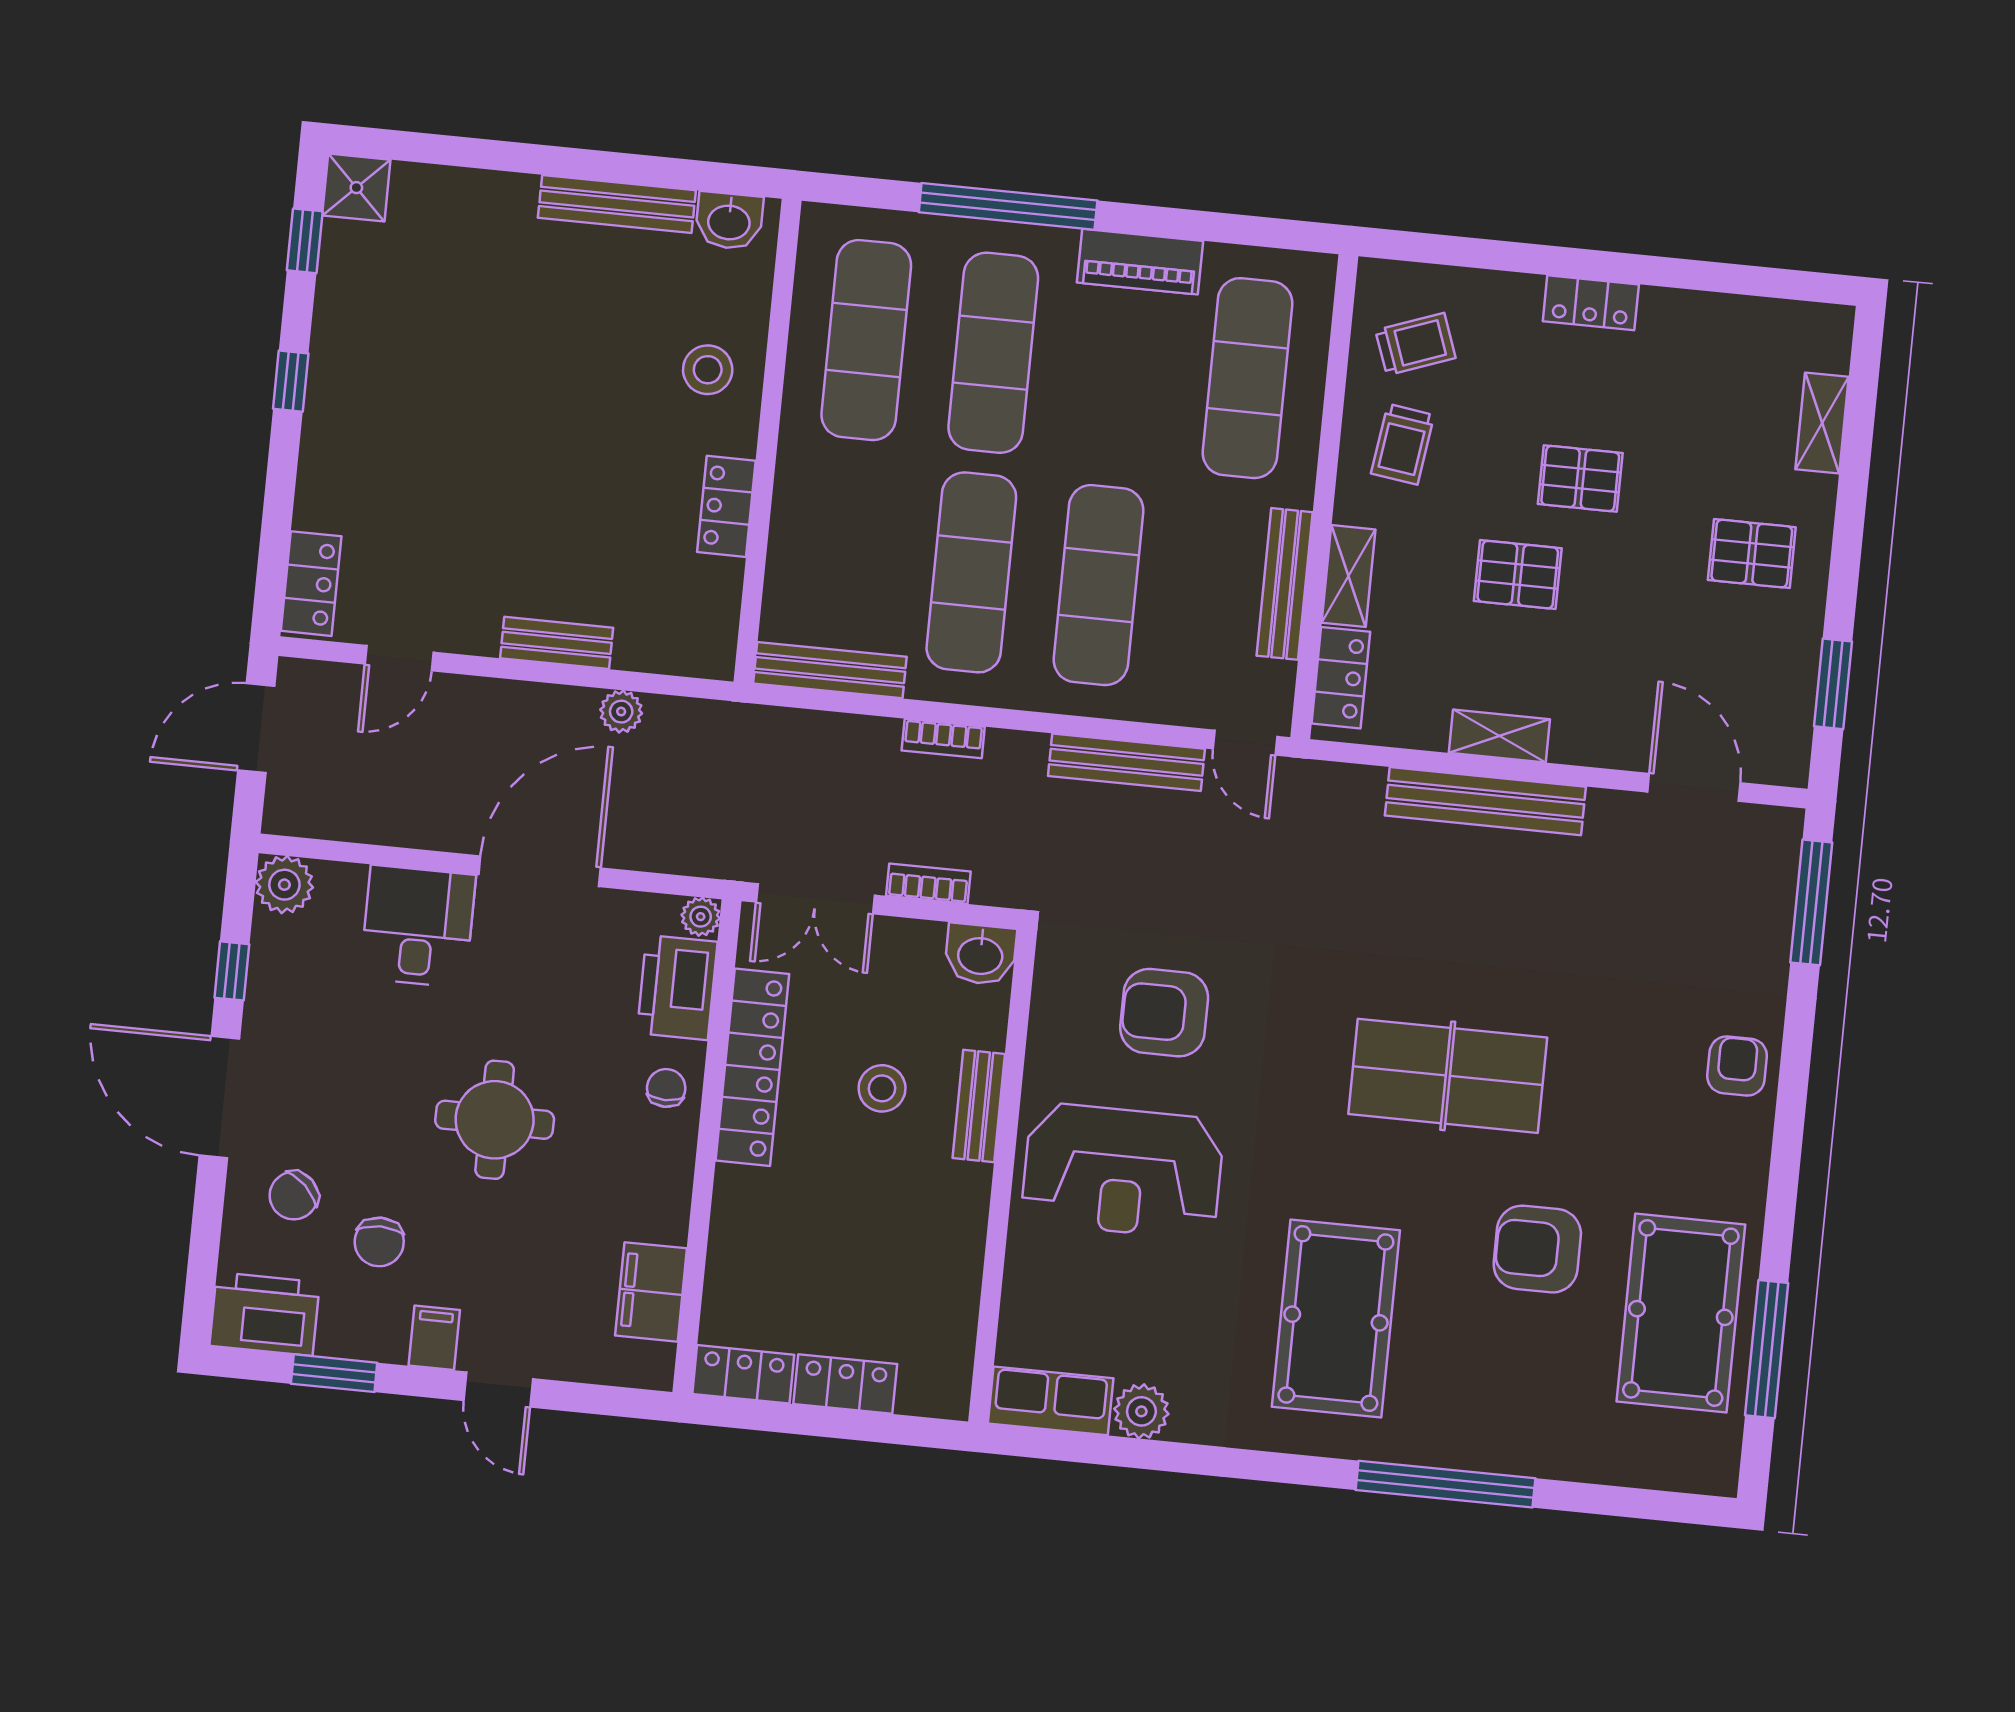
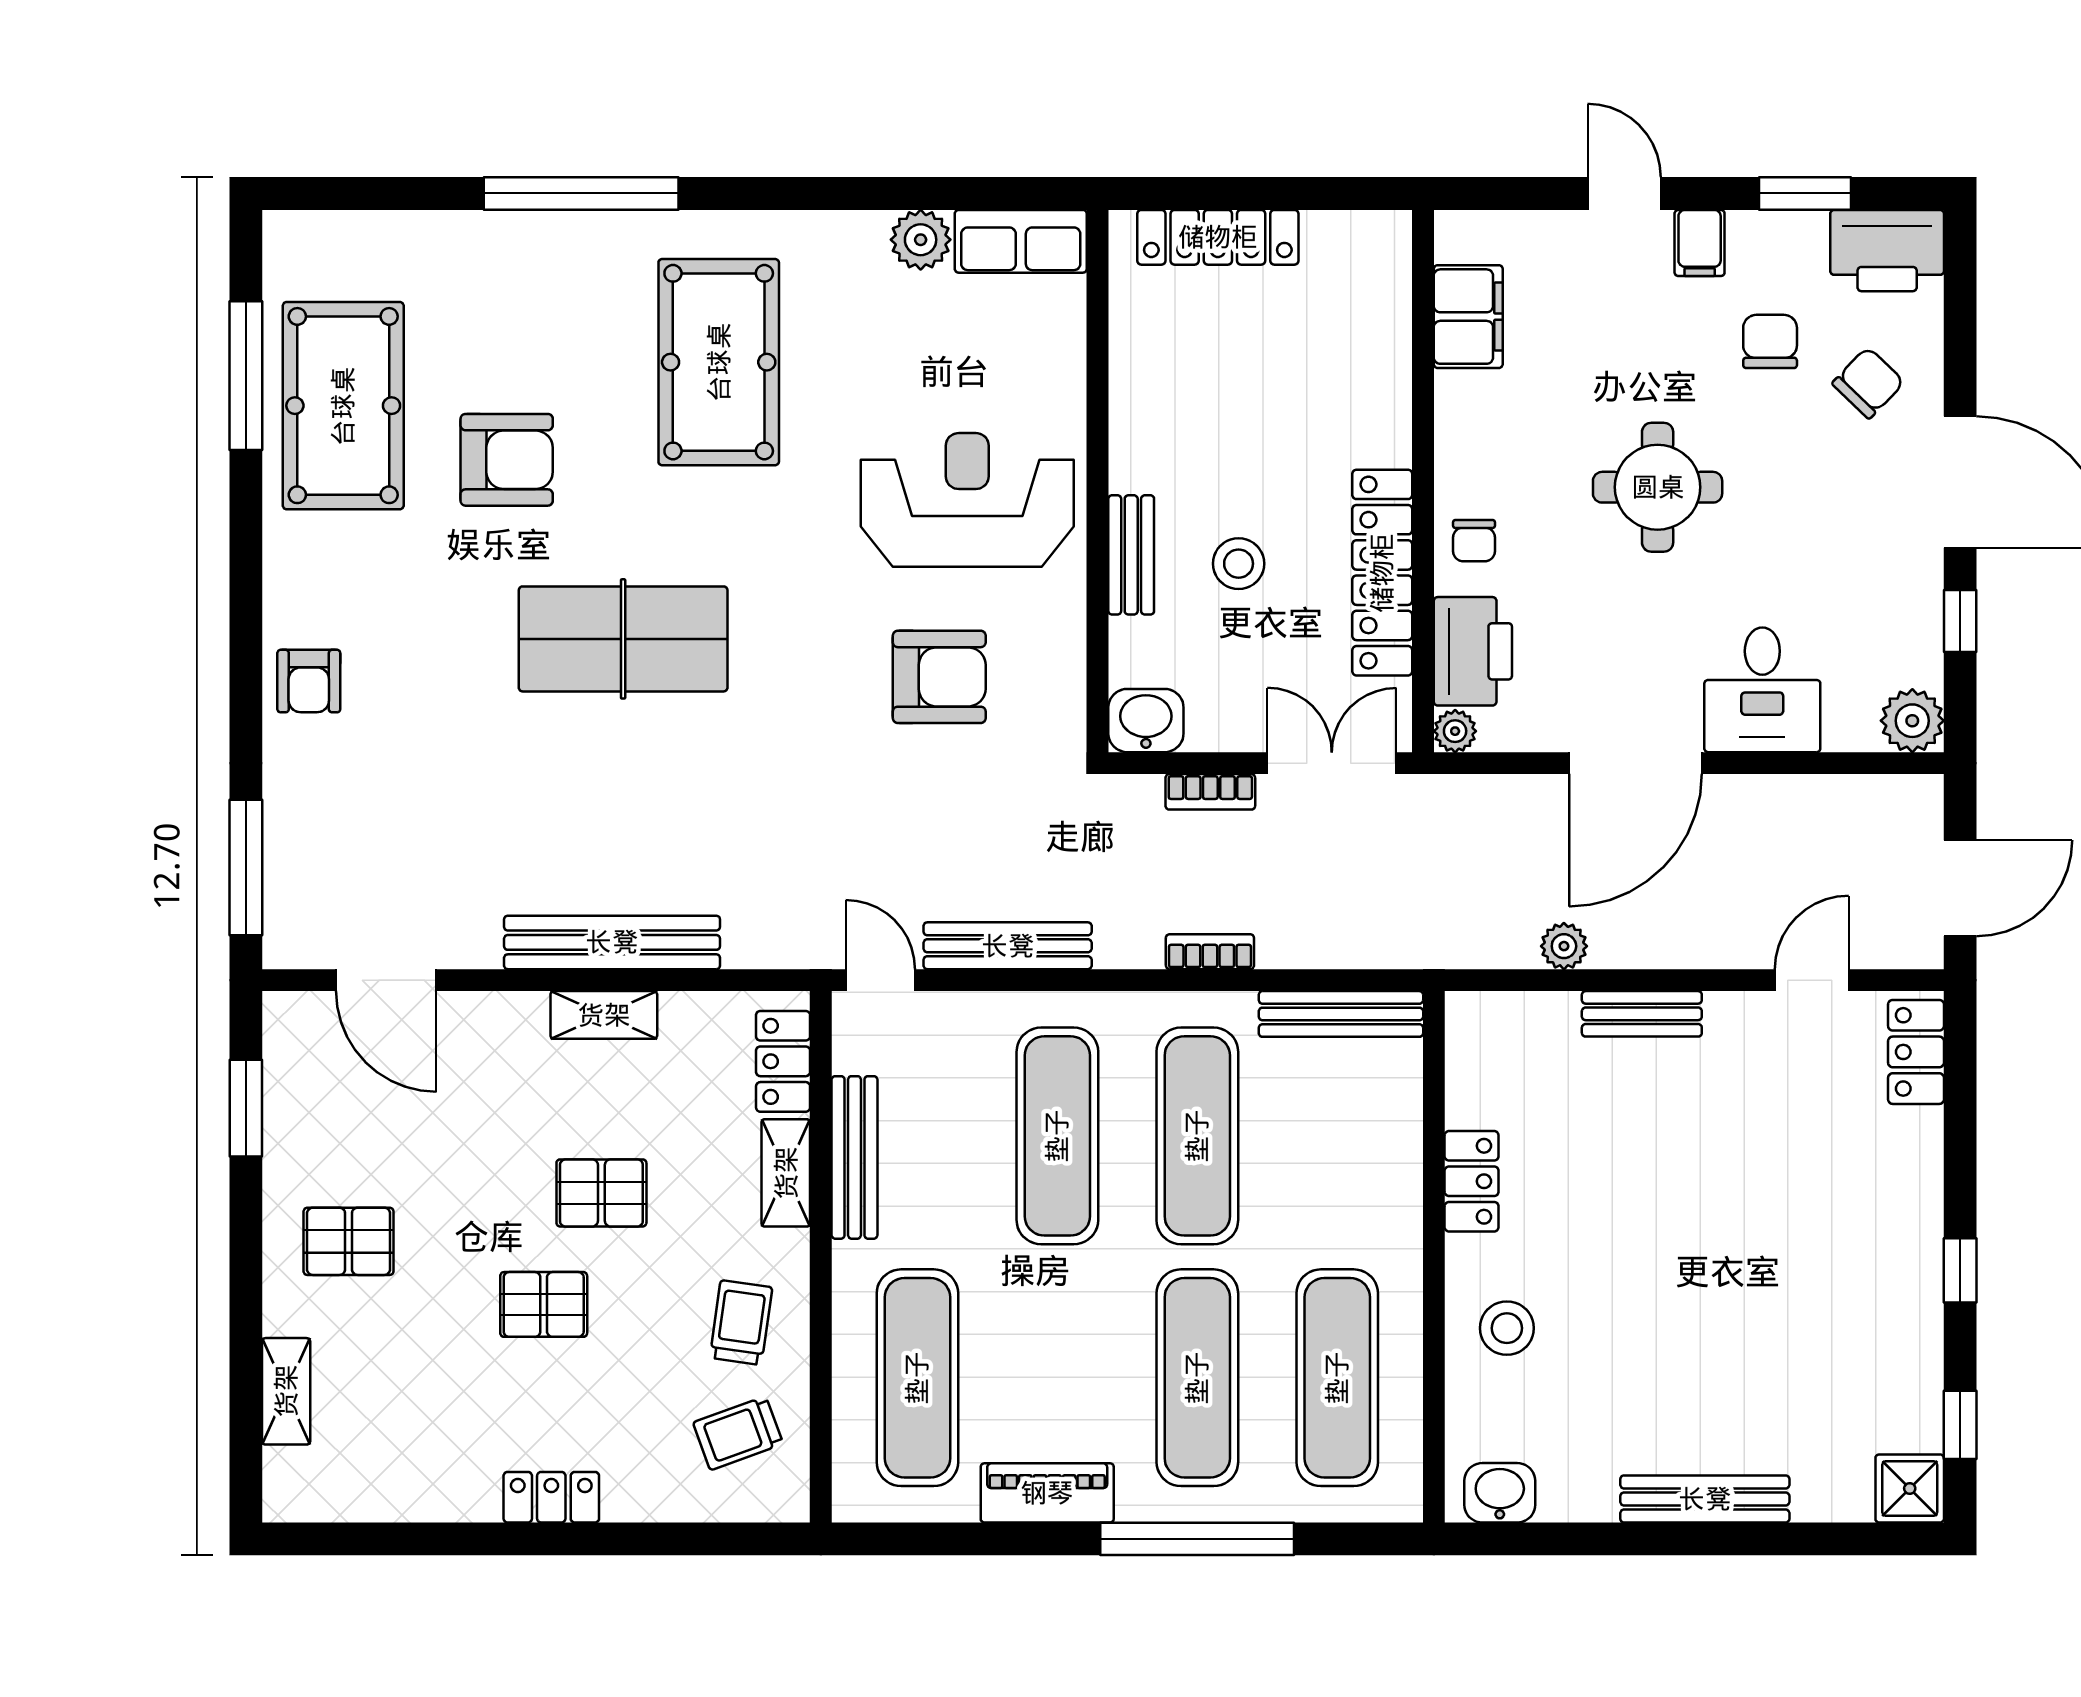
bench: (617, 204) -> (1705, 1499), moved
locker: (743, 1374) -> (1359, 237), removed
locker: (845, 1384) -> (1218, 237), width x1.53

